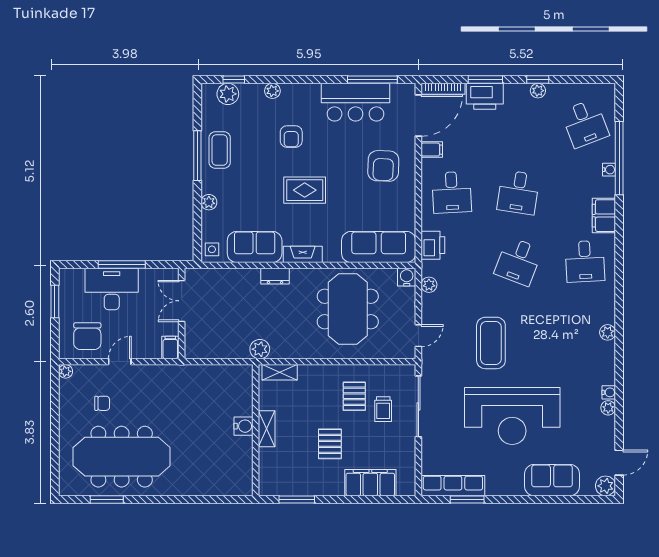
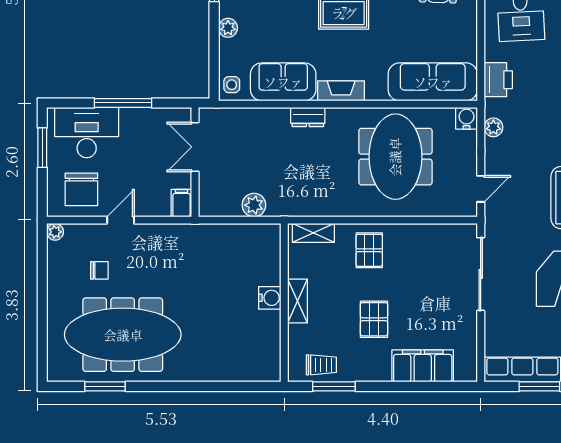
desk: (112, 289) -> (87, 133), moved
plant: (260, 349) -> (254, 205), moved
pallet: (354, 396) -> (369, 250), moved
trolley: (383, 409) -> (321, 365), moved, turned -90

